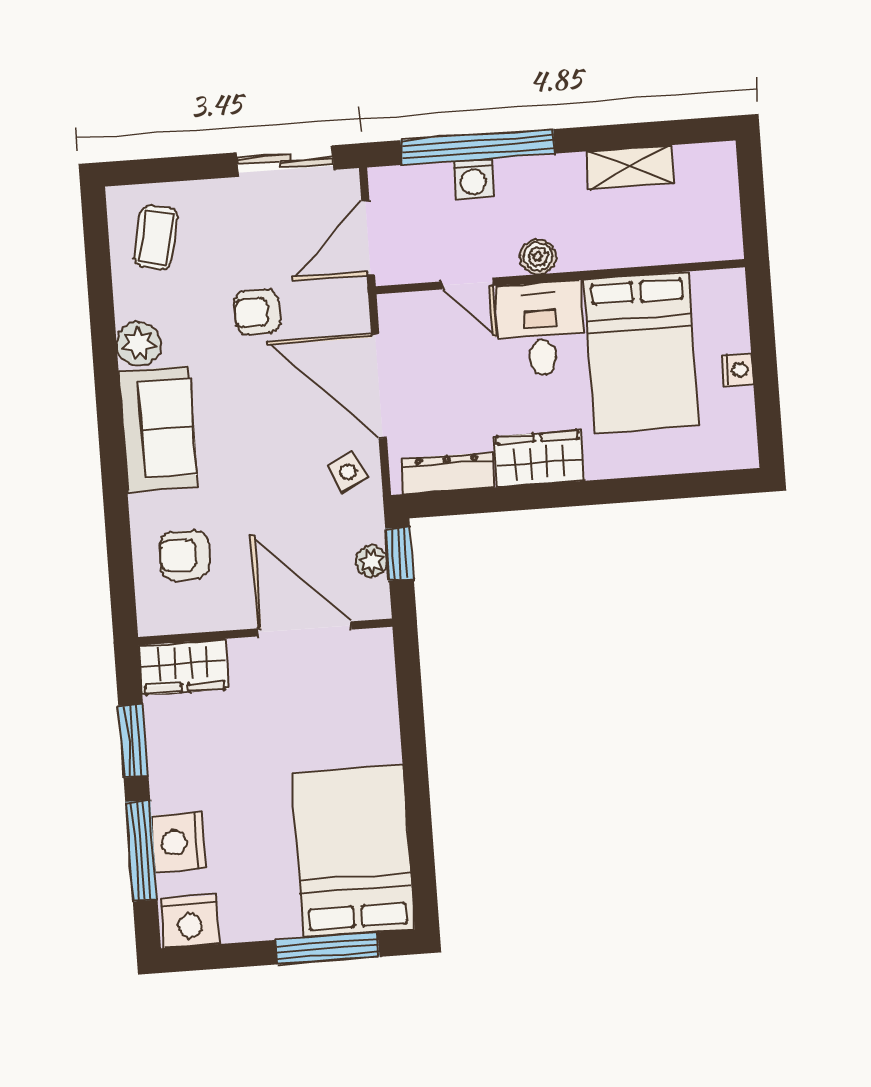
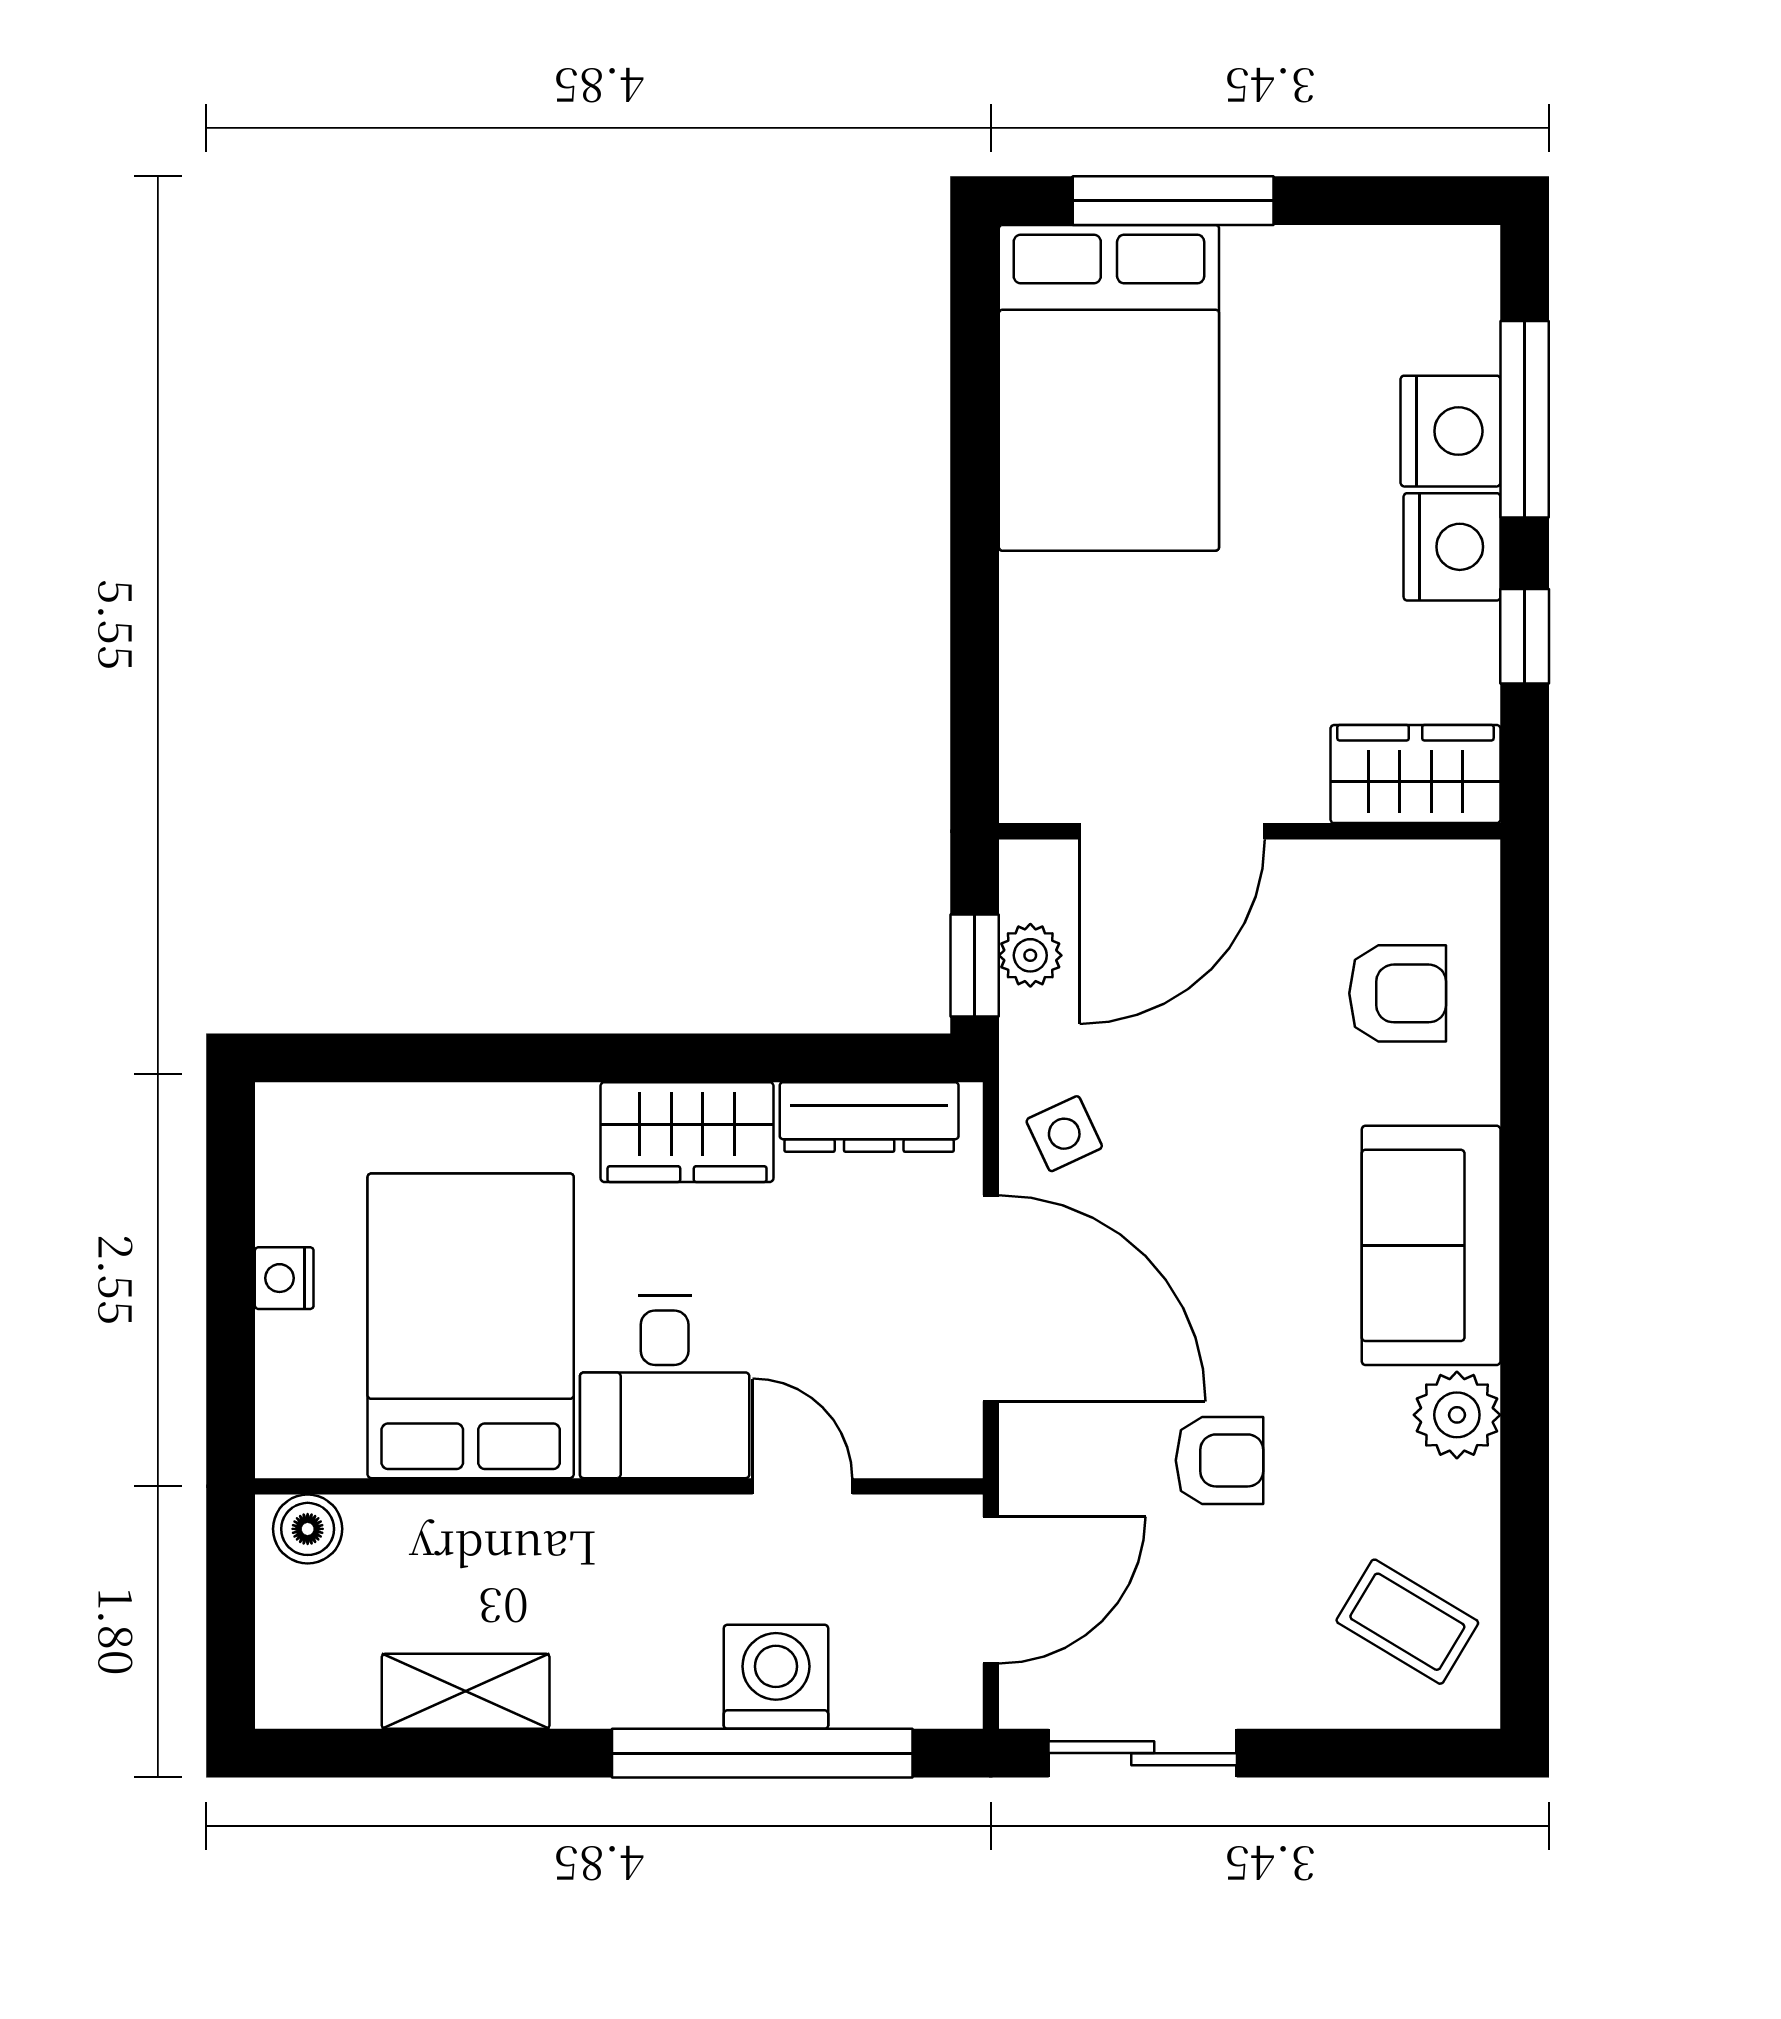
washing machine: (473, 179) -> (776, 1677), width x1.38, depth x1.38
coffee table: (156, 238) -> (1407, 1622), turned -72
boiler: (538, 257) -> (308, 1529), moved
door: (304, 629) -> (1172, 831), hinge flipped
window: (133, 741) -> (1525, 636), width x0.67
nightstand: (190, 922) -> (1452, 547), moved, turned 90

